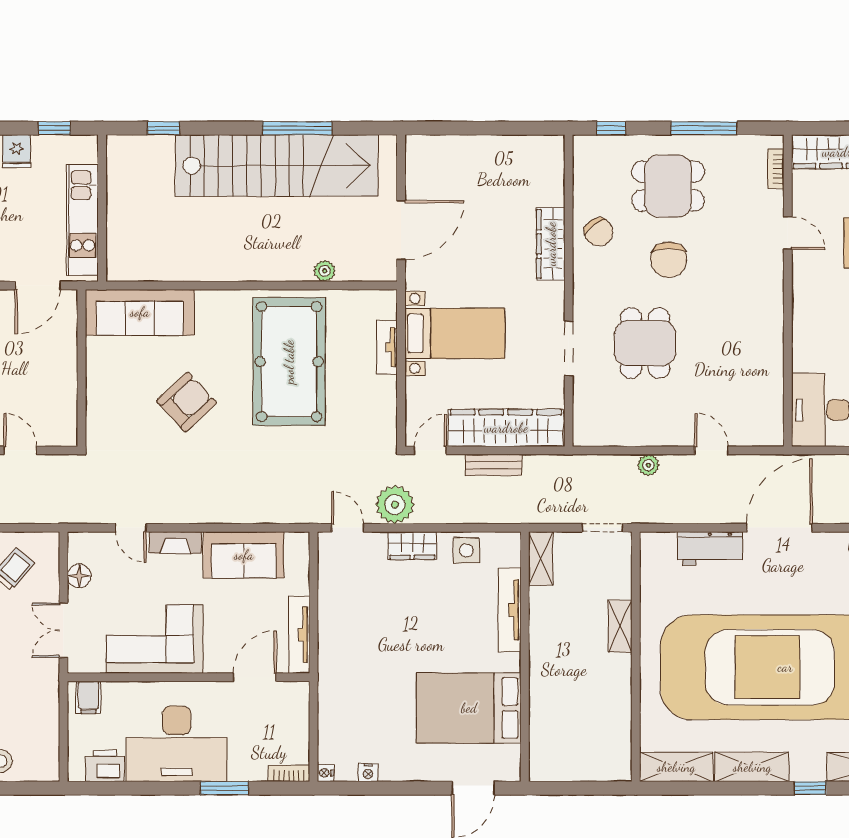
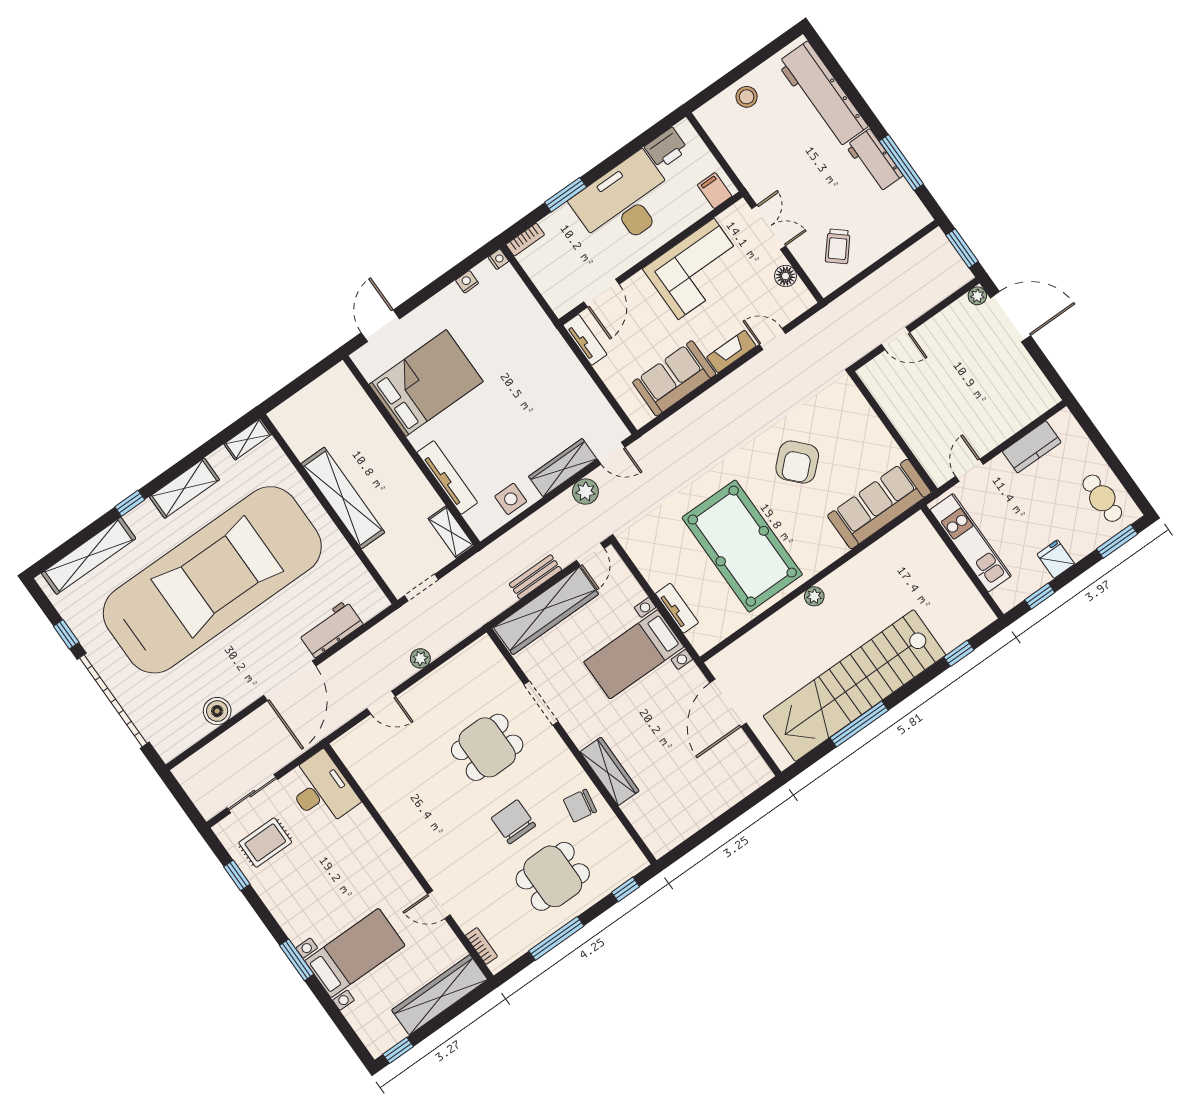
chair: (599, 232) -> (580, 806), turned -46
plant: (325, 271) -> (814, 596), moved
door: (38, 285) -> (969, 470), width x0.73
dining table: (645, 343) -> (487, 747), turned 90
plant: (395, 505) -> (585, 492), width x0.73, depth x0.73
wardrobe: (412, 546) -> (563, 468), width x1.50
shelving: (620, 626) -> (343, 498), width x2.20, depth x1.33
tv unit: (299, 635) -> (585, 340), width x0.71
shelving: (676, 767) -> (248, 439), width x0.67, depth x0.75

